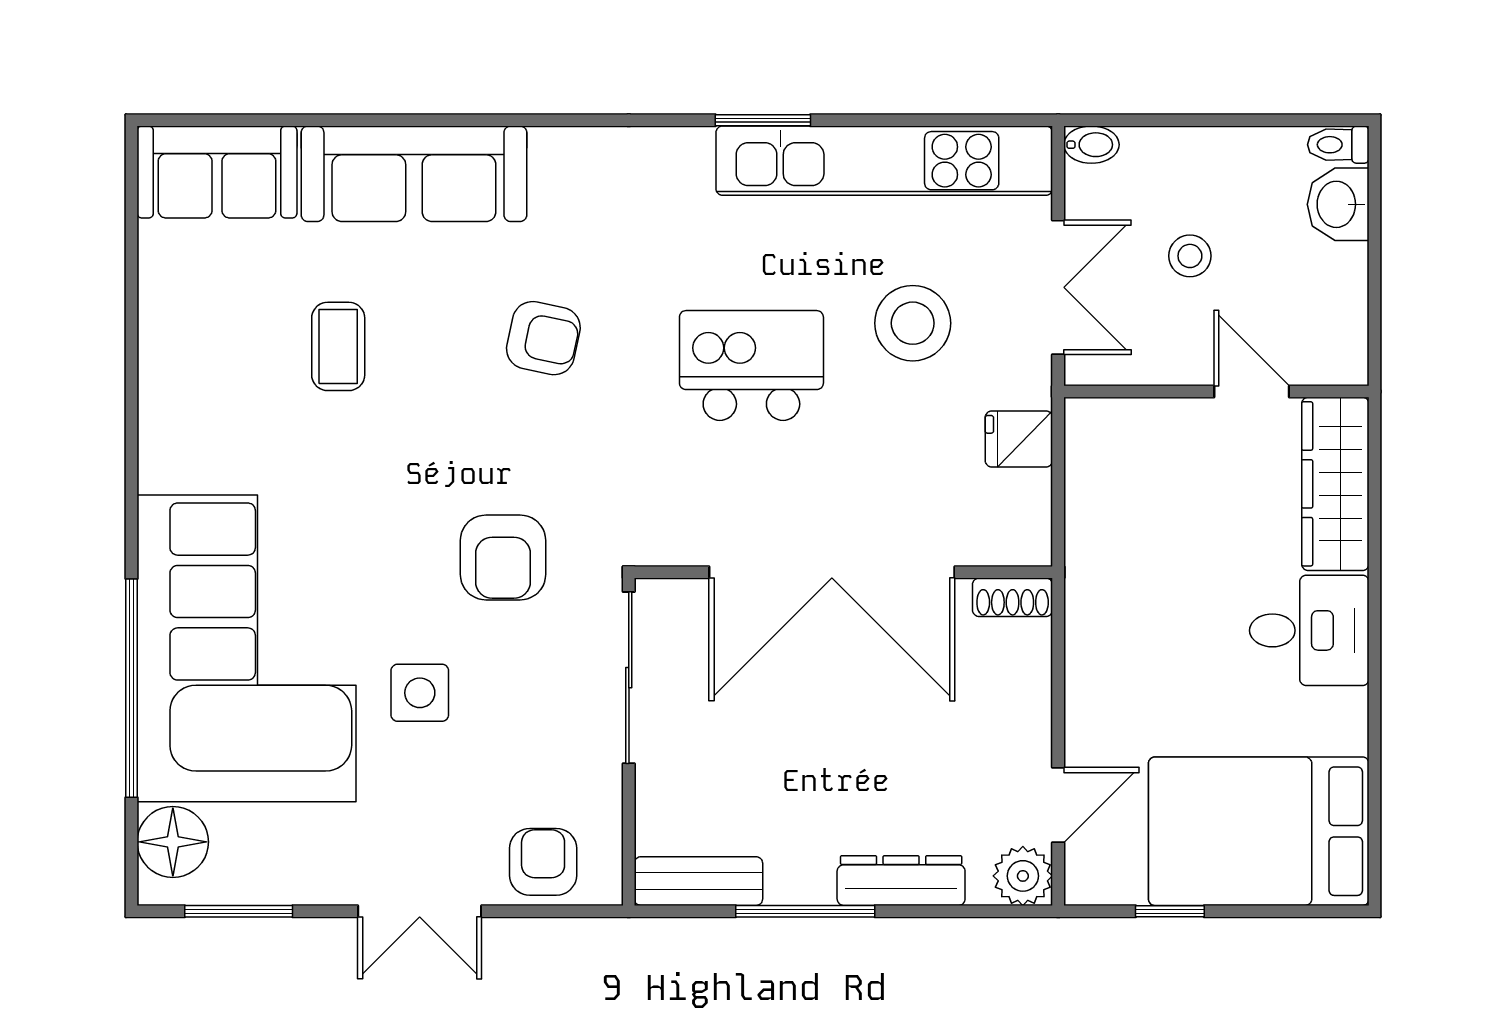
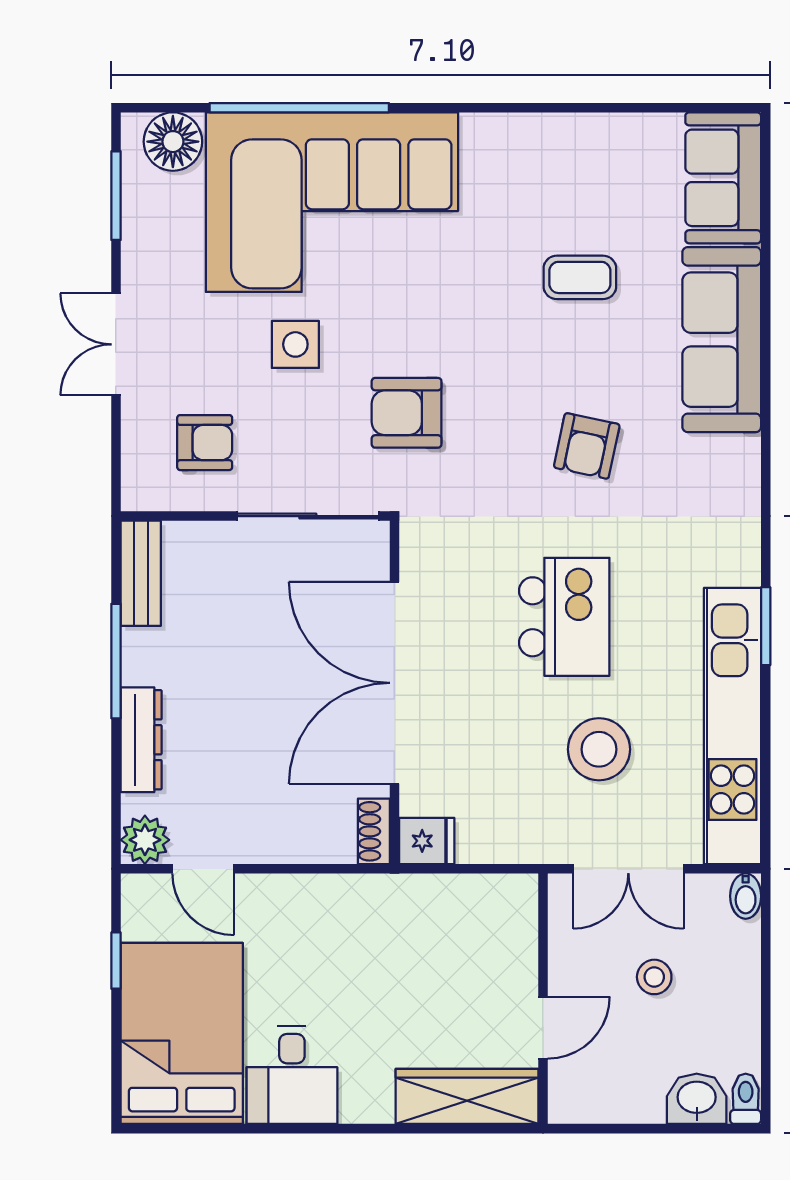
fridge: (1019, 439) -> (427, 841), moved, turned 90
desk: (1309, 630) -> (292, 1075), moved
armchair: (543, 862) -> (205, 443), moved

